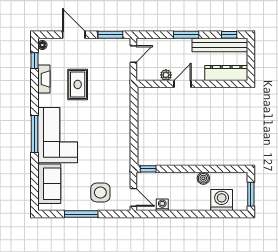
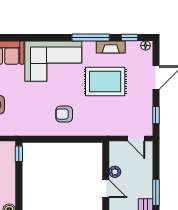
window: (110, 35) -> (156, 115), width x0.67
rug: (78, 84) -> (105, 82), width x1.36, depth x1.43
armchair: (109, 125) -> (64, 114), added
window: (34, 134) -> (91, 37), moved

